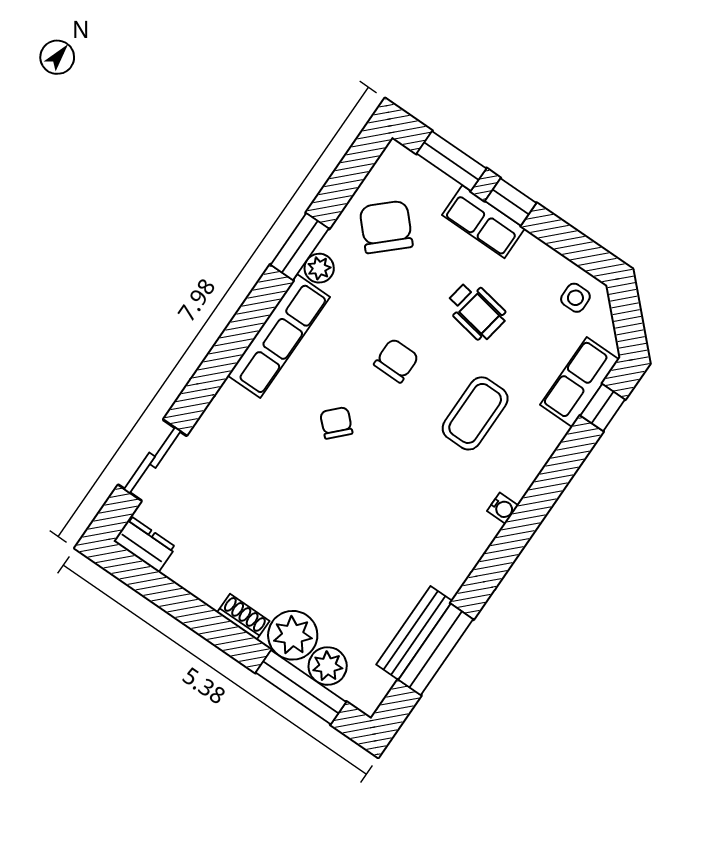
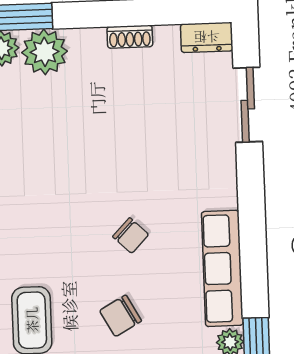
chair: (396, 361) -> (121, 316), turned 61
shoe rack: (243, 617) -> (130, 37), moved

